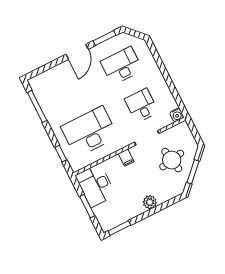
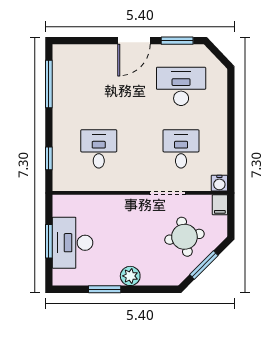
desk: (89, 132) -> (99, 149), width x0.53, depth x0.77
filing cabinet: (126, 158) -> (220, 205), moved
desk: (96, 185) -> (73, 243), moved
window: (119, 228) -> (105, 289), moved

